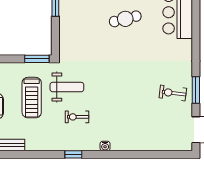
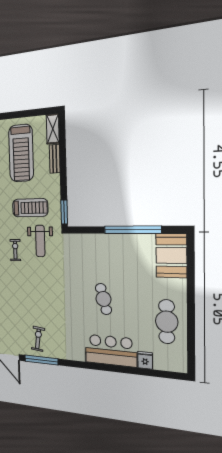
window: (196, 90) -> (41, 360), width x1.44
treadmill: (32, 98) -> (30, 208), turned 180

